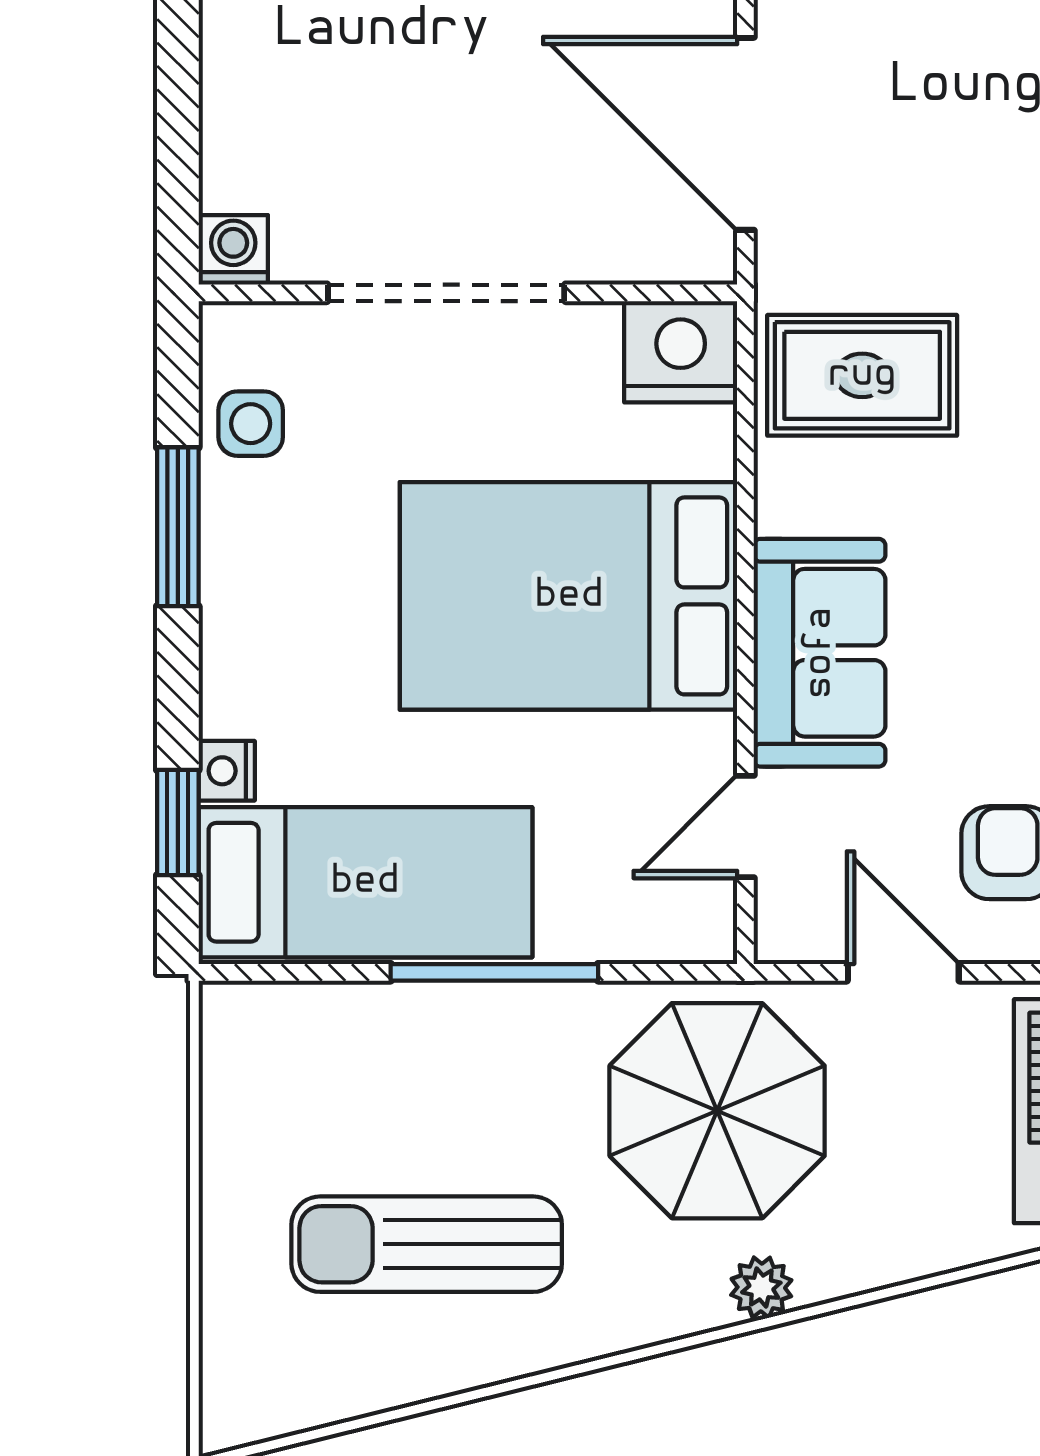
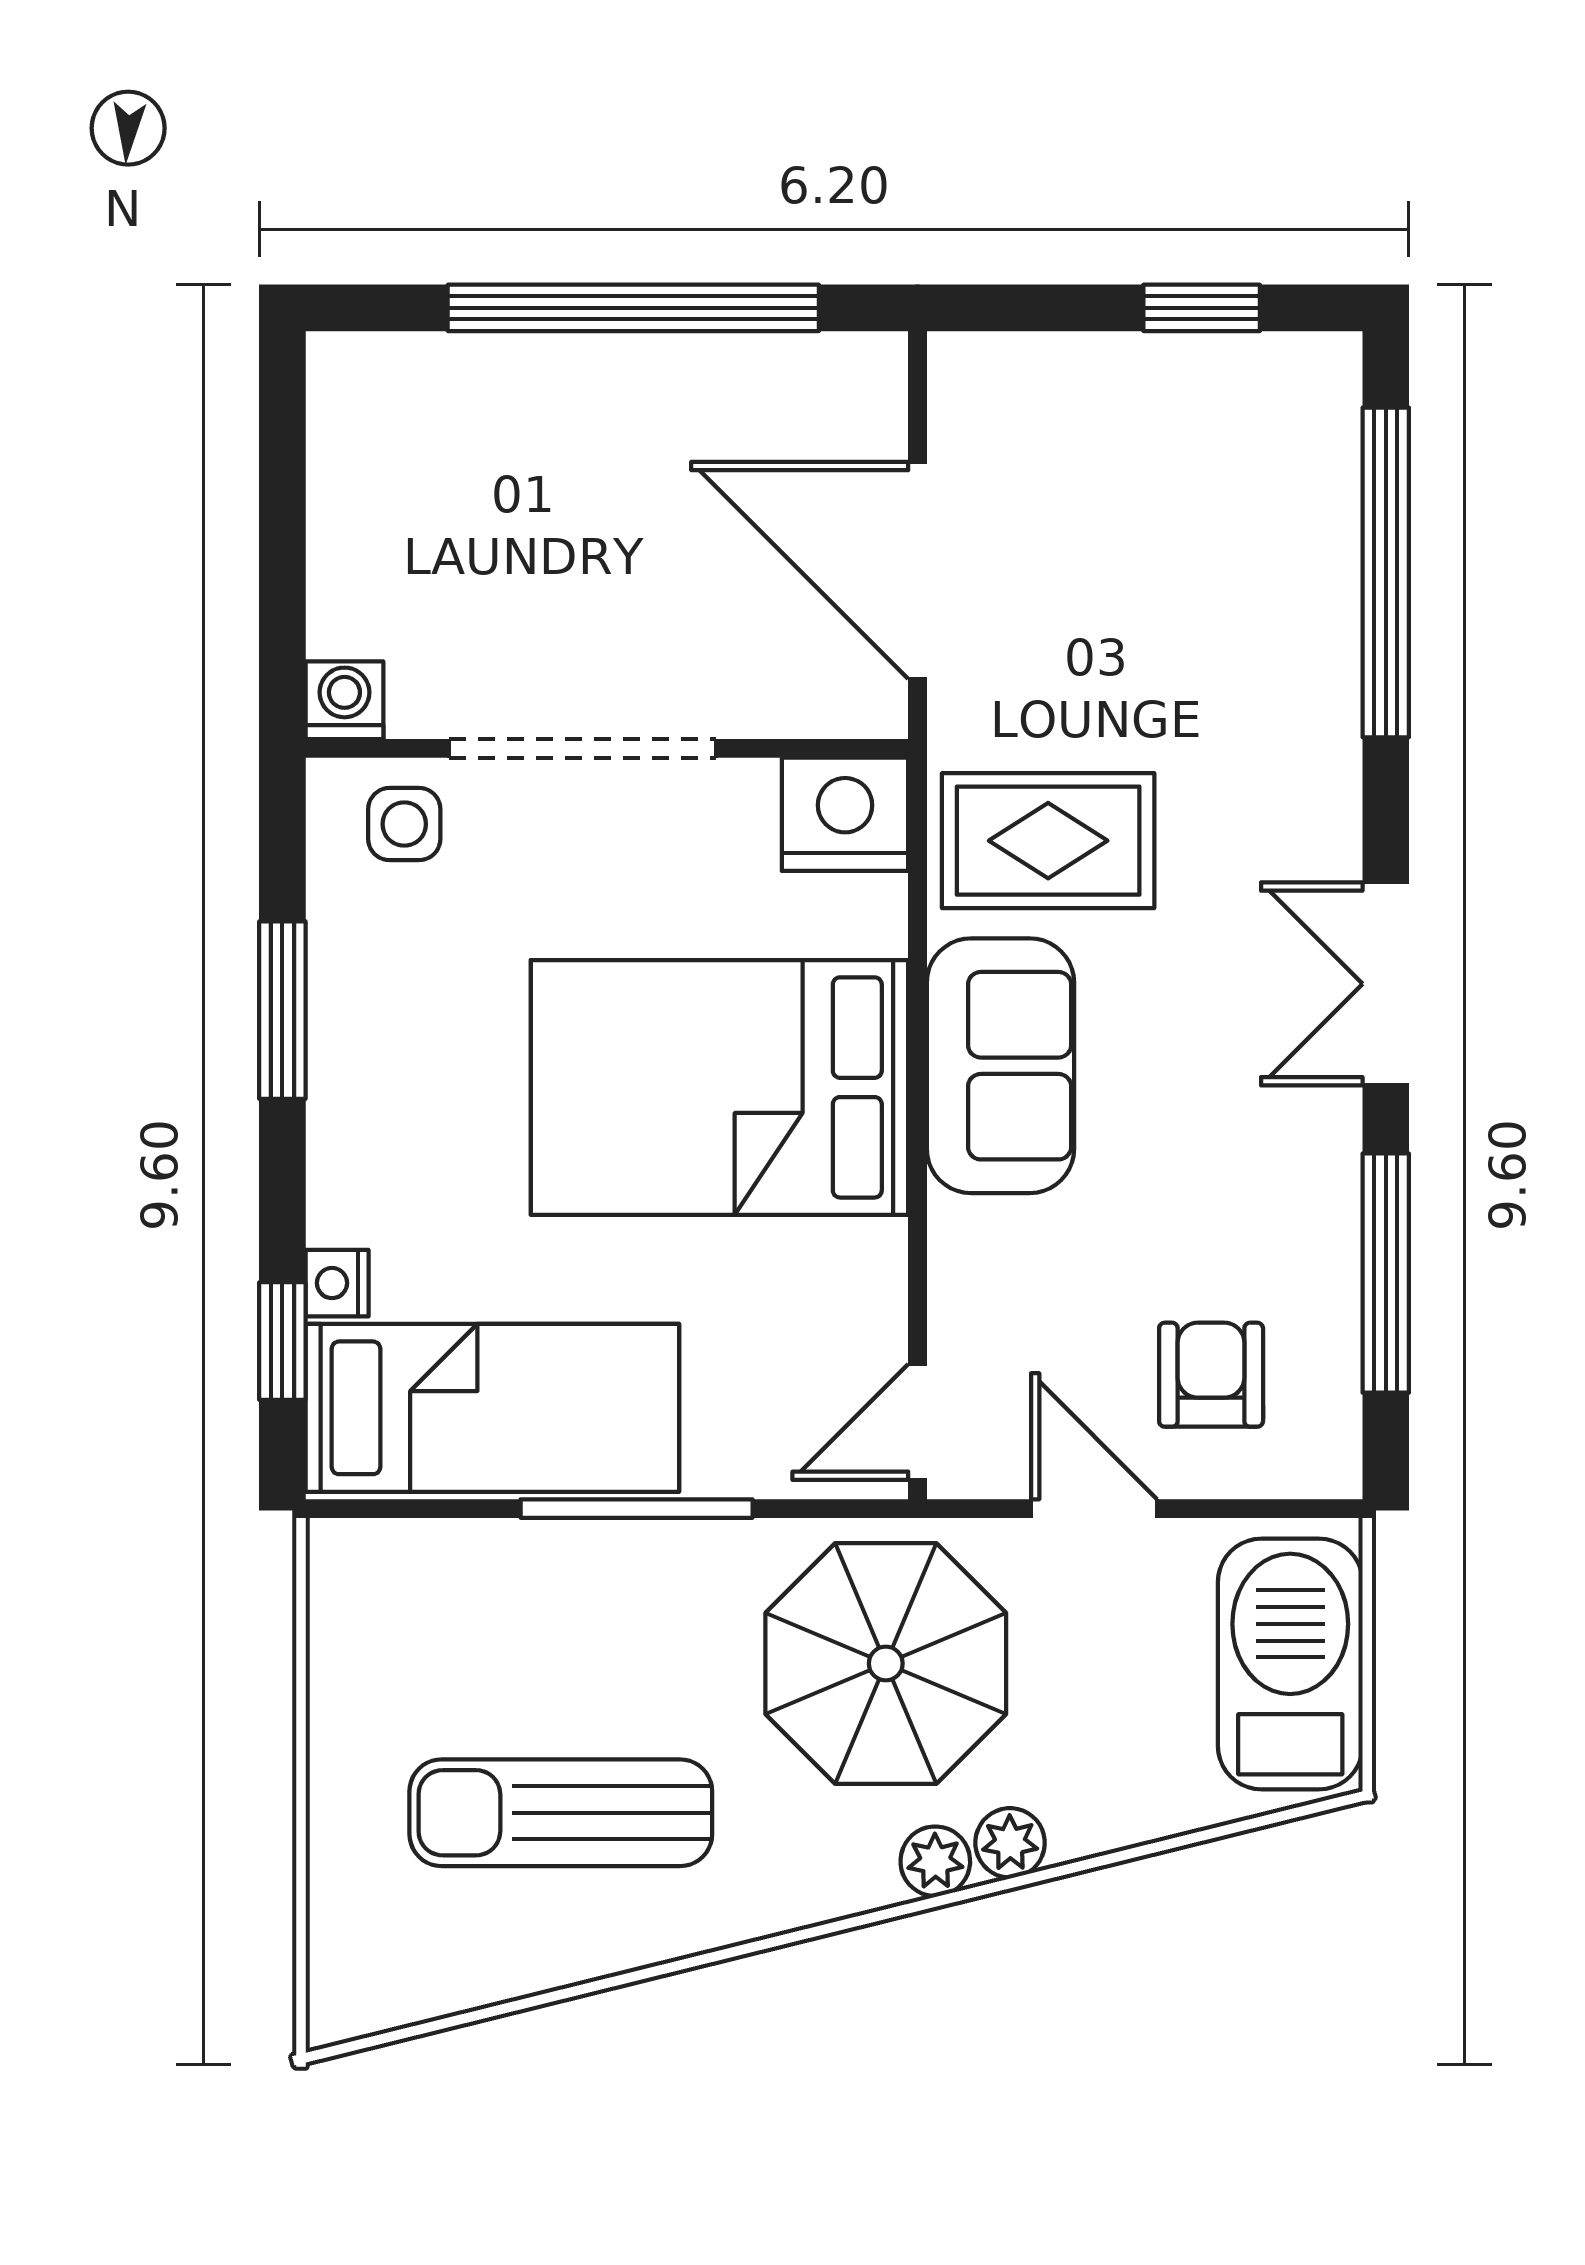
side table: (251, 424) -> (404, 824), moved
sofa: (820, 653) -> (1000, 1066), moved
door: (745, 826) -> (918, 1422), moved
plant: (828, 1271) -> (1010, 1843), added

